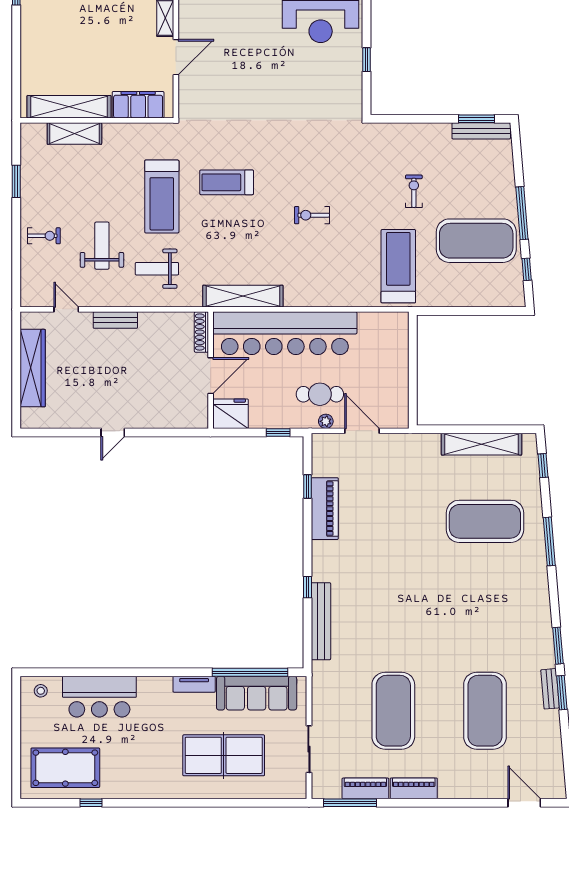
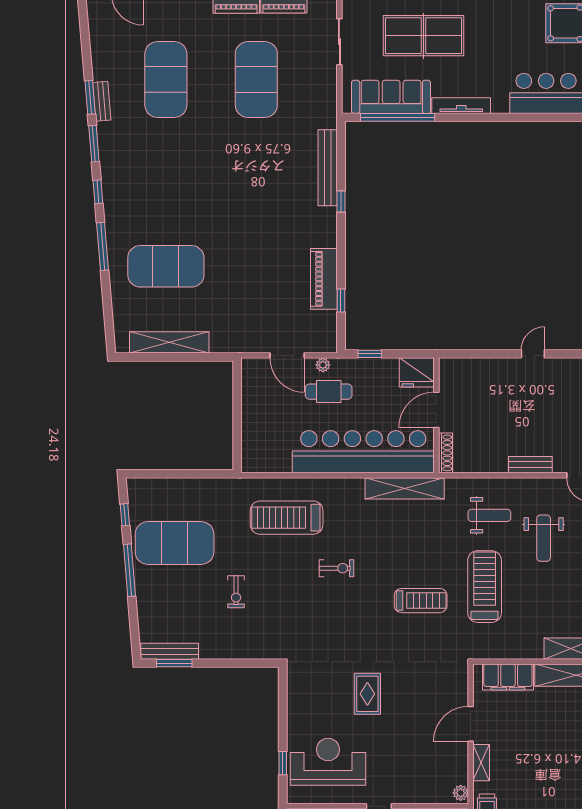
window: (366, 60) -> (283, 763), moved
rug: (281, 88) -> (367, 694), added
treadmill: (398, 266) -> (287, 518), moved, turned 90
window: (543, 466) -> (98, 192), moved
tv unit: (194, 684) -> (461, 106), width x1.41

